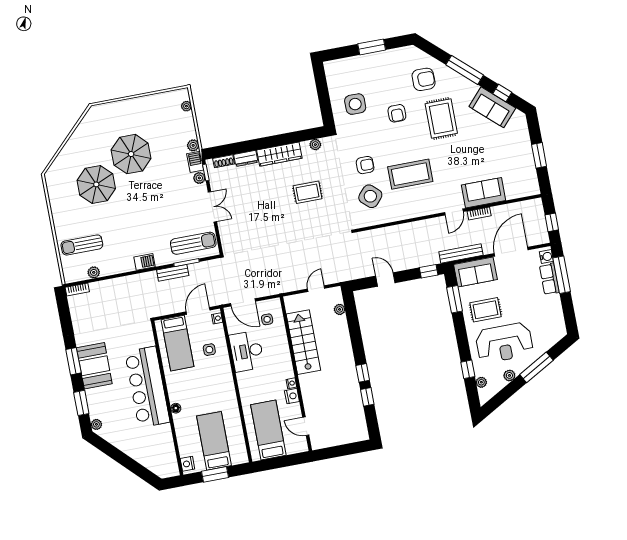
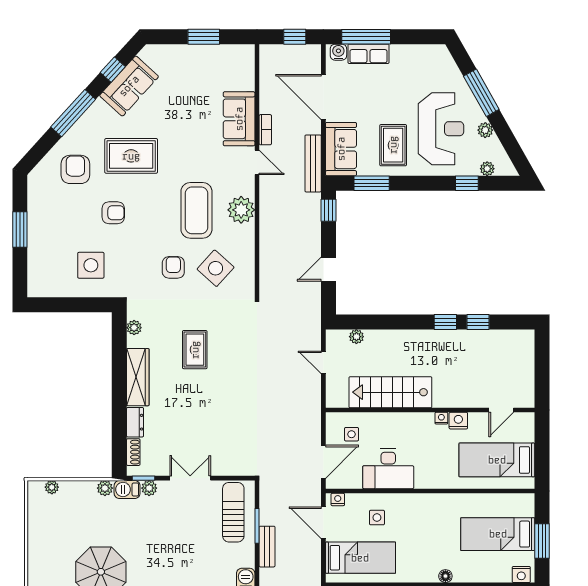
plant: (417, 207) -> (241, 210), added

